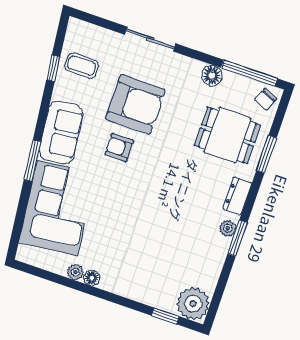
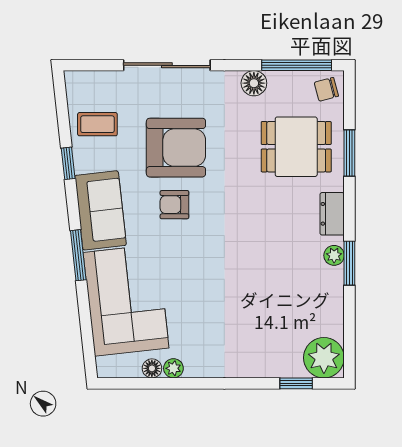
sliding door: (150, 39) -> (167, 65), width x1.37
window: (53, 68) -> (68, 163), moved
chair: (266, 99) -> (326, 89), turned 51
floor lamp: (92, 278) -> (152, 368), moved

